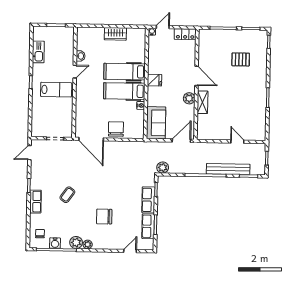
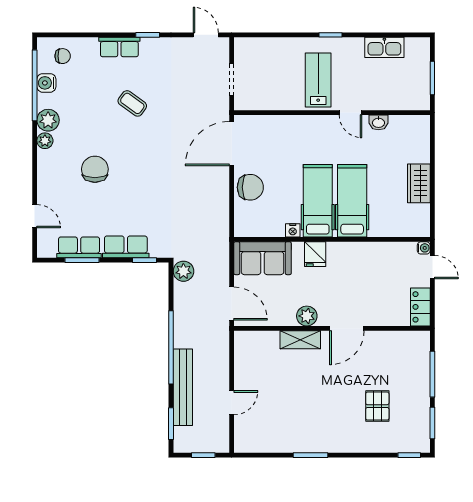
fridge: (155, 80) -> (315, 254), moved
lab bench: (56, 90) -> (318, 80), turned 180

